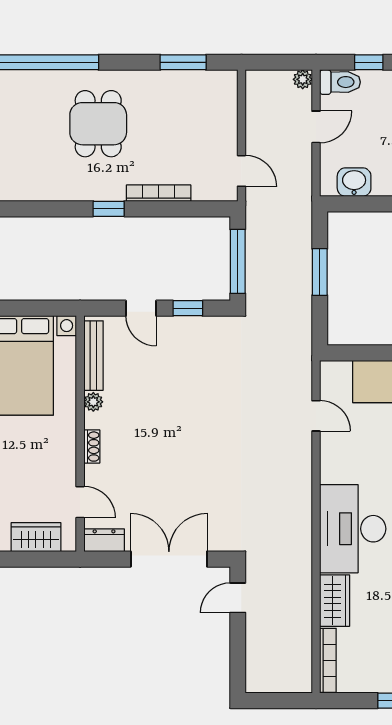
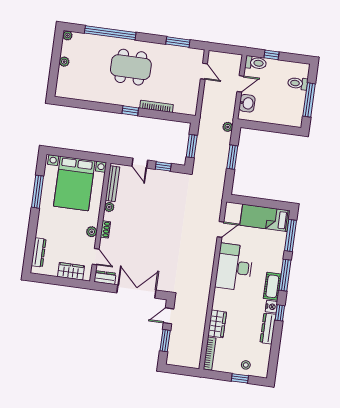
plant: (303, 79) -> (228, 127), moved
dining table: (98, 124) -> (131, 67), width x1.38
door: (241, 171) -> (204, 71), moved
washbasin: (354, 182) -> (247, 103), moved, turned 90
window: (238, 261) -> (192, 146), width x0.69
door: (316, 416) -> (220, 229), hinge flipped
plant: (66, 455) -> (92, 232), added
desk: (353, 529) -> (234, 267), moved
window: (238, 647) -> (165, 341), added

